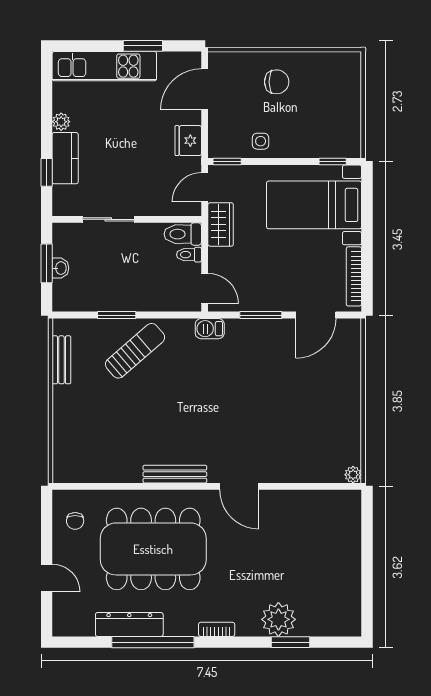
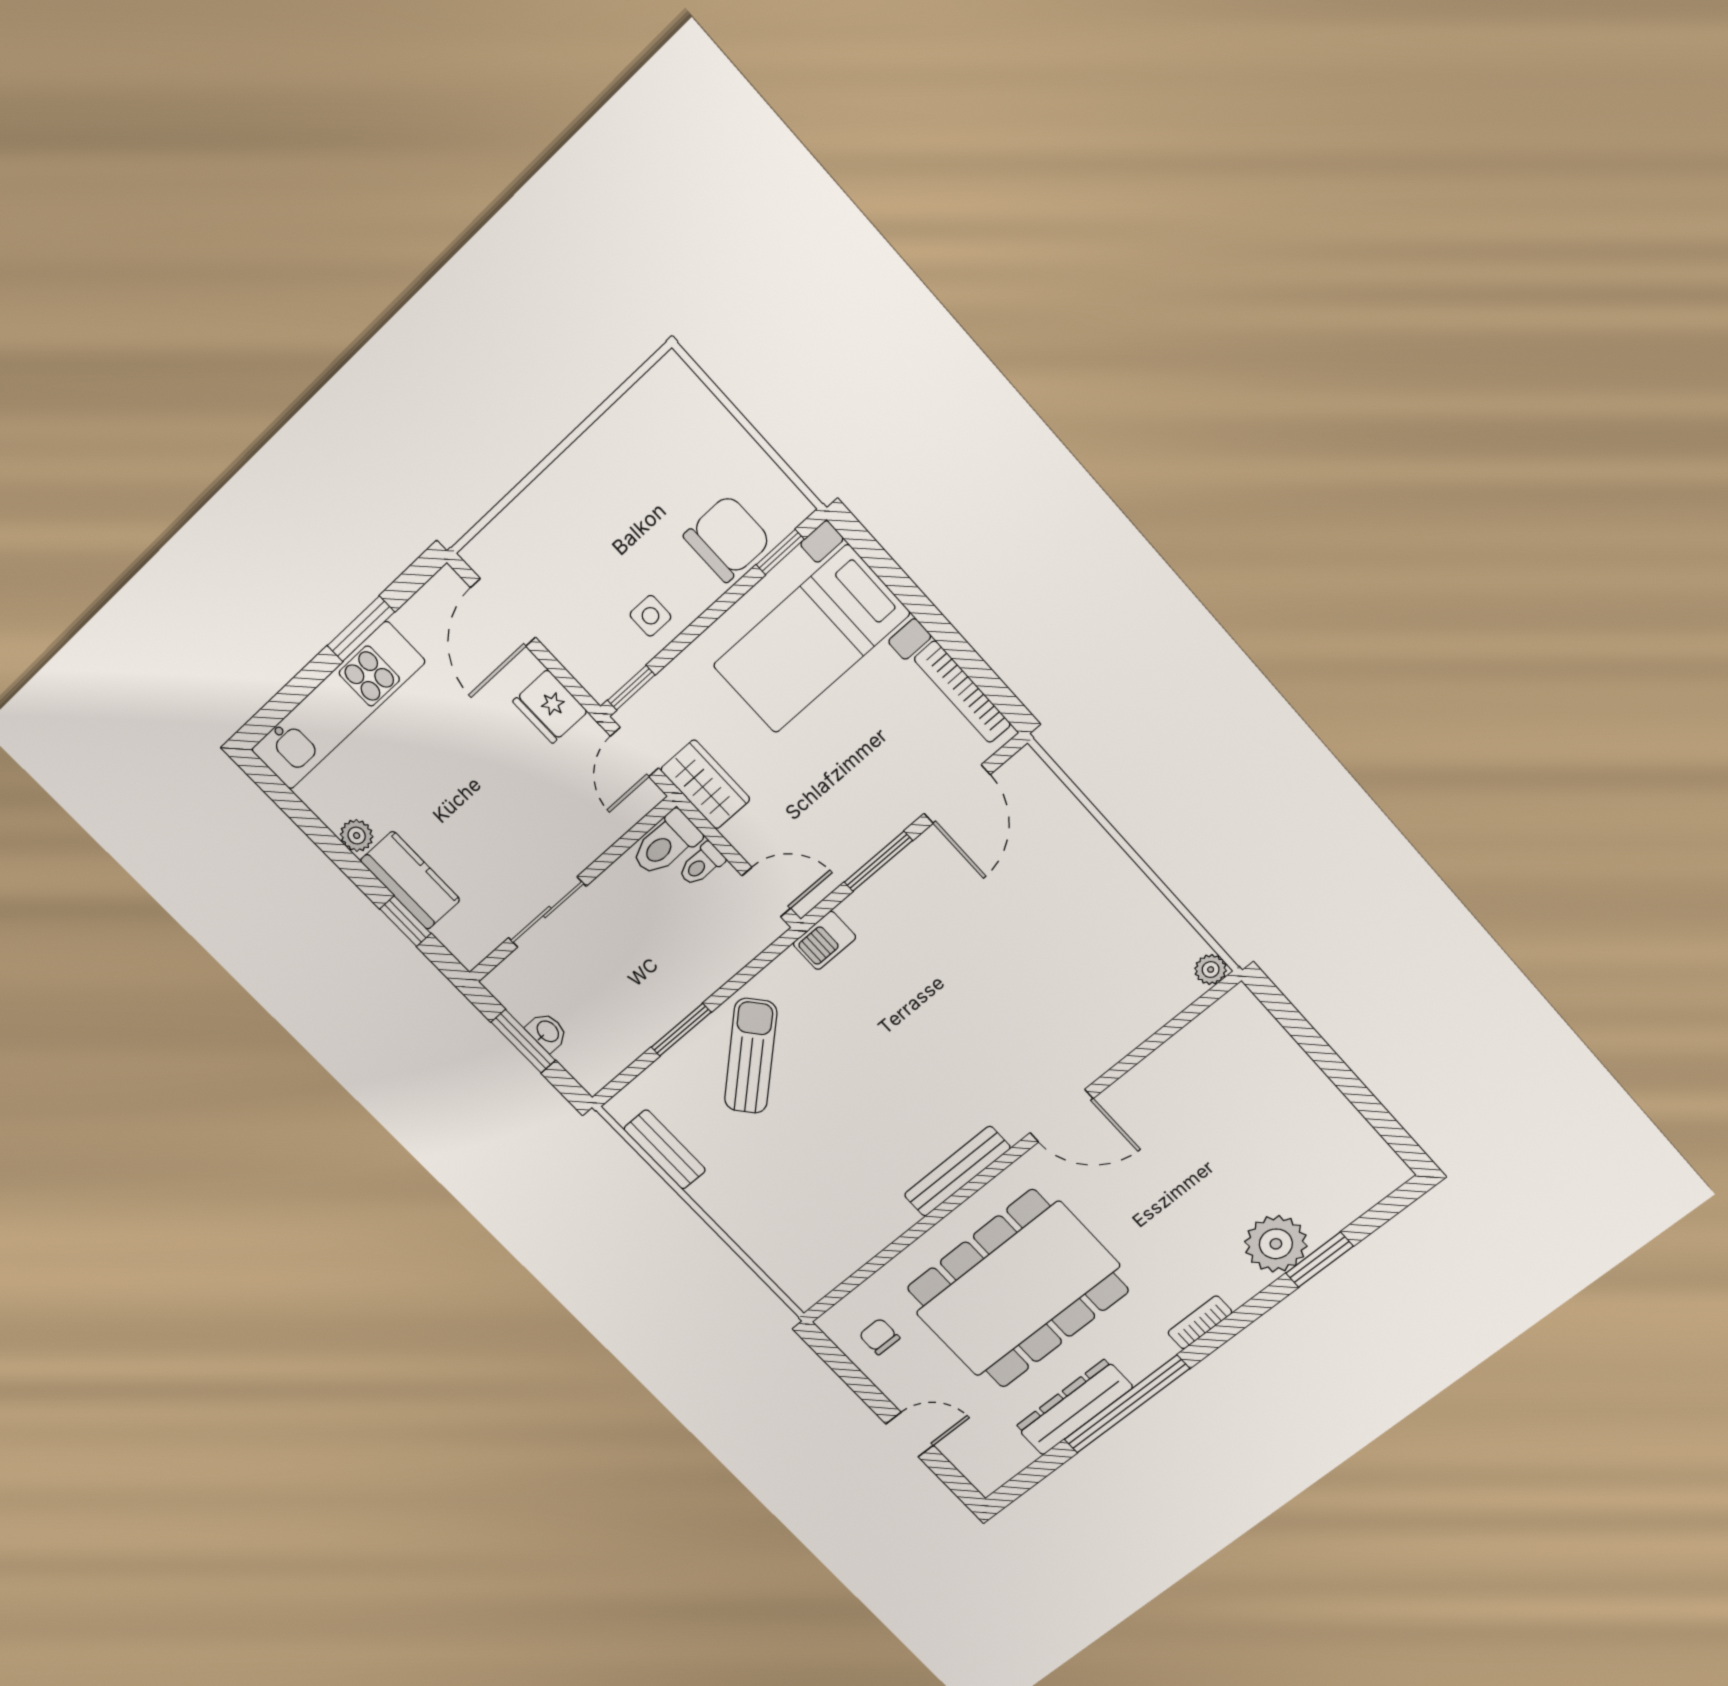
chair: (277, 82) -> (727, 538), moved, width x1.37, depth x1.37
chair: (75, 521) -> (879, 1336), turned 180

